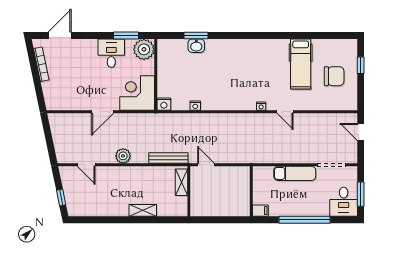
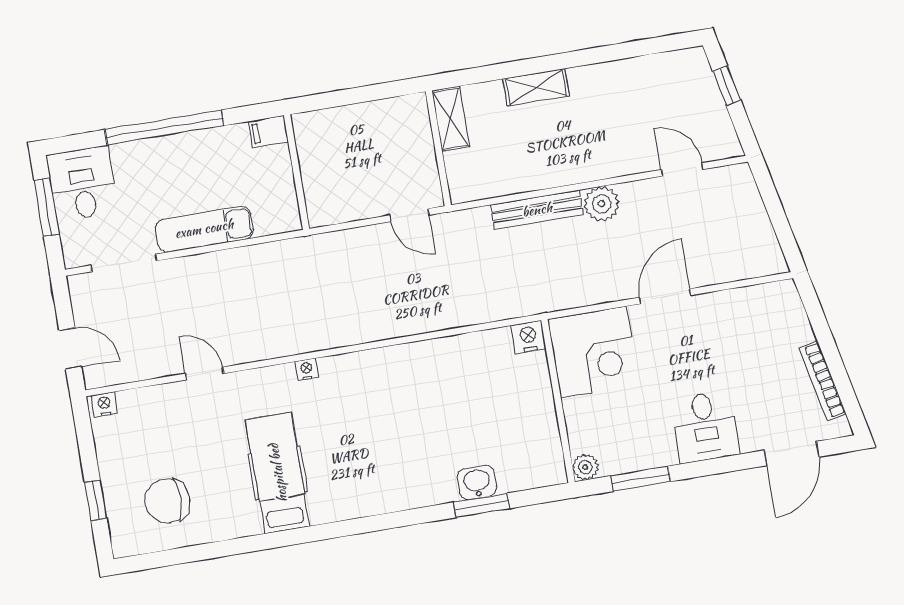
plant: (144, 49) -> (585, 467), width x0.53, depth x0.53
desk: (111, 53) -> (705, 427), moved
hospital bed: (301, 64) -> (278, 473), moved
chair: (334, 76) -> (167, 501), moved
nightstand: (195, 106) -> (104, 405), moved
door: (285, 112) -> (205, 373), moved
bench: (168, 158) -> (537, 210), moved
shelving: (182, 182) -> (451, 119), moved

